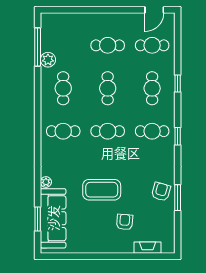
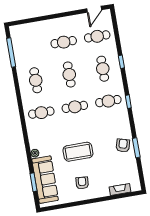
plant: (48, 60) -> (21, 61), removed
armchair: (125, 222) -> (82, 183), moved

